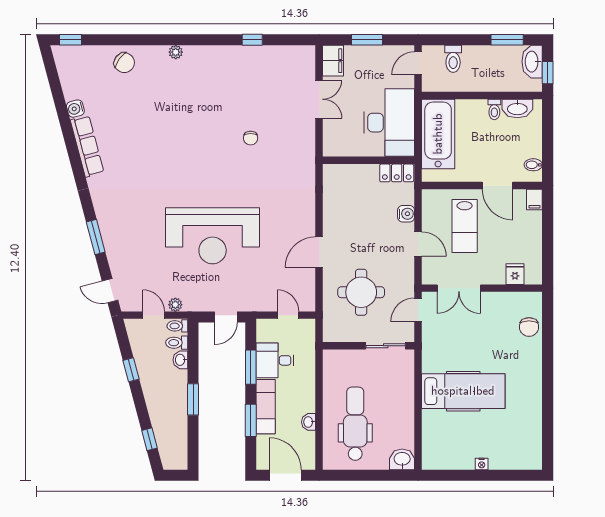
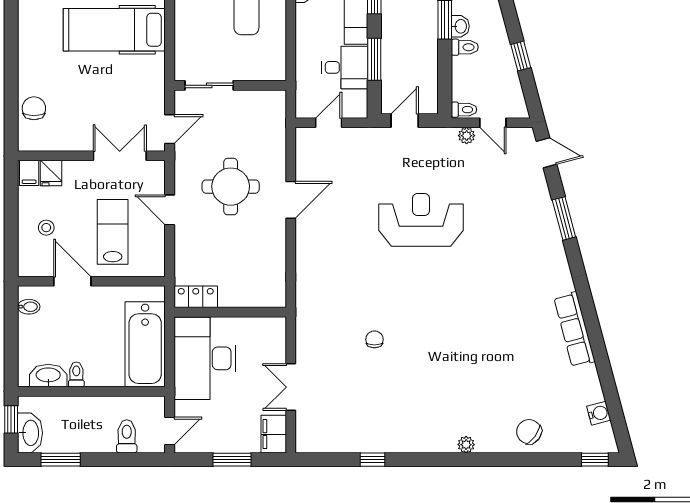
water cooler: (75, 109) -> (599, 413), moved
filing cabinet: (534, 199) -> (29, 173), moved, turned 180
water cooler: (406, 214) -> (184, 247), removed
stool: (519, 229) -> (46, 228), added
reception desk: (213, 236) -> (421, 220), width x0.74, depth x0.77
round table: (361, 292) -> (231, 187), moved
door: (288, 315) -> (329, 123), swing flipped
toilet: (177, 343) -> (465, 47), moved
washbasin: (180, 360) -> (460, 26), moved

